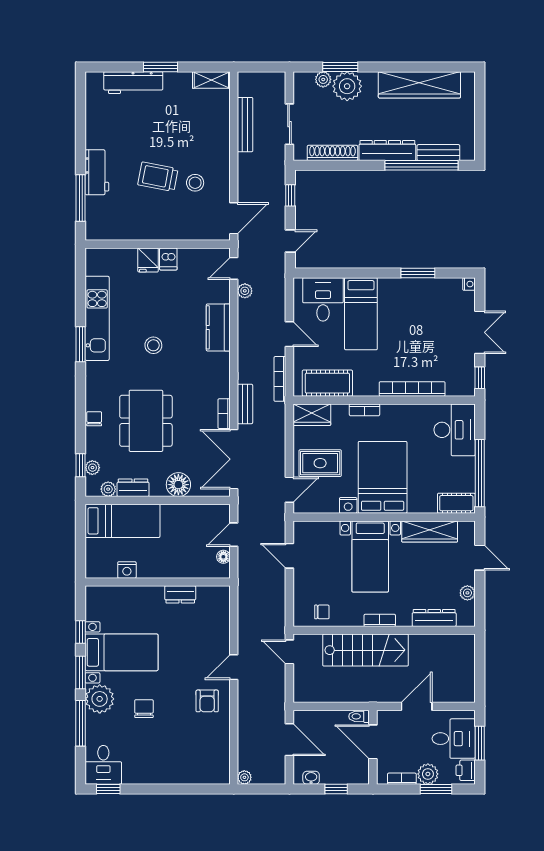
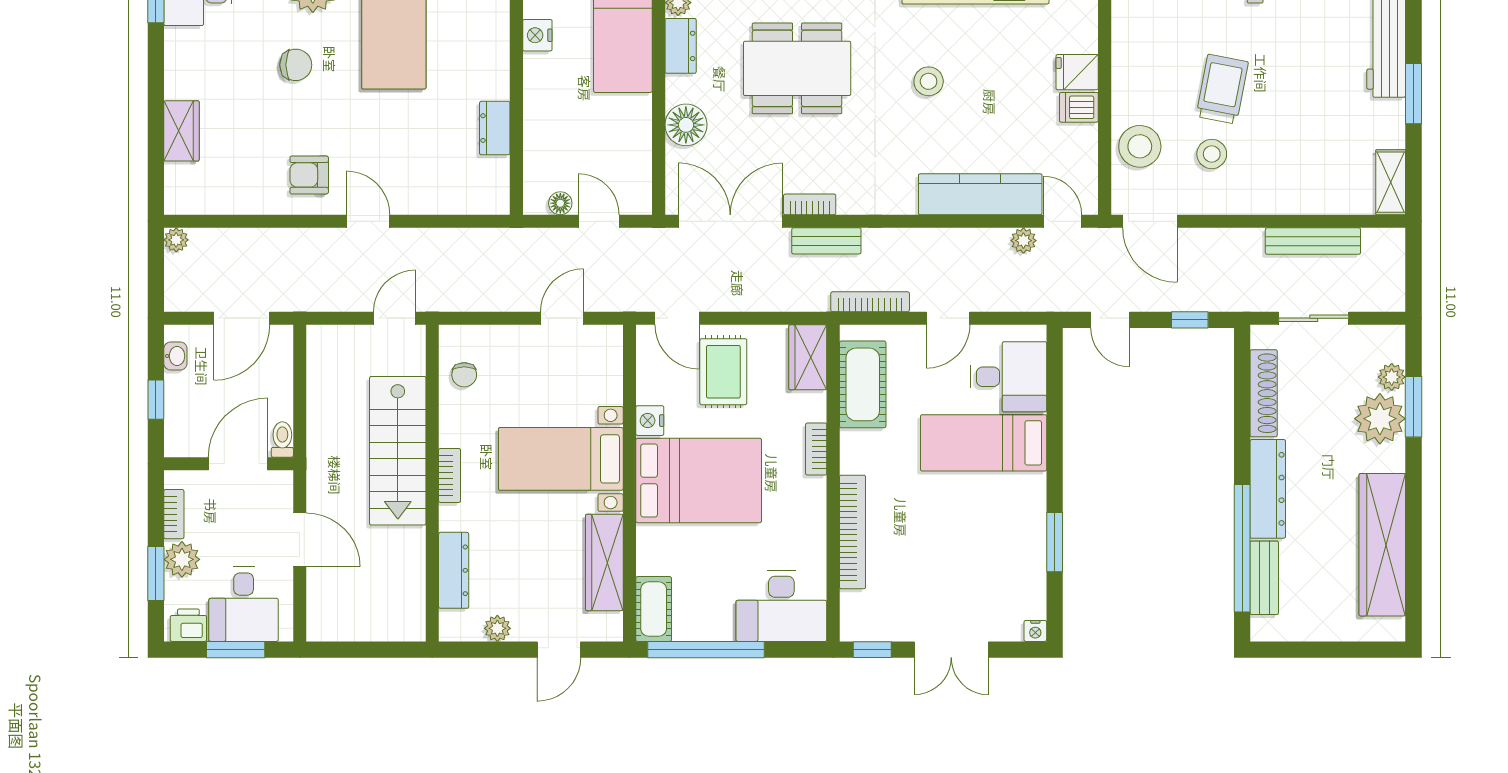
stool: (191, 224) -> (1140, 146), added
kitchen counter: (218, 327) -> (980, 194), width x1.50
wardrobe: (182, 774) -> (182, 131), added

